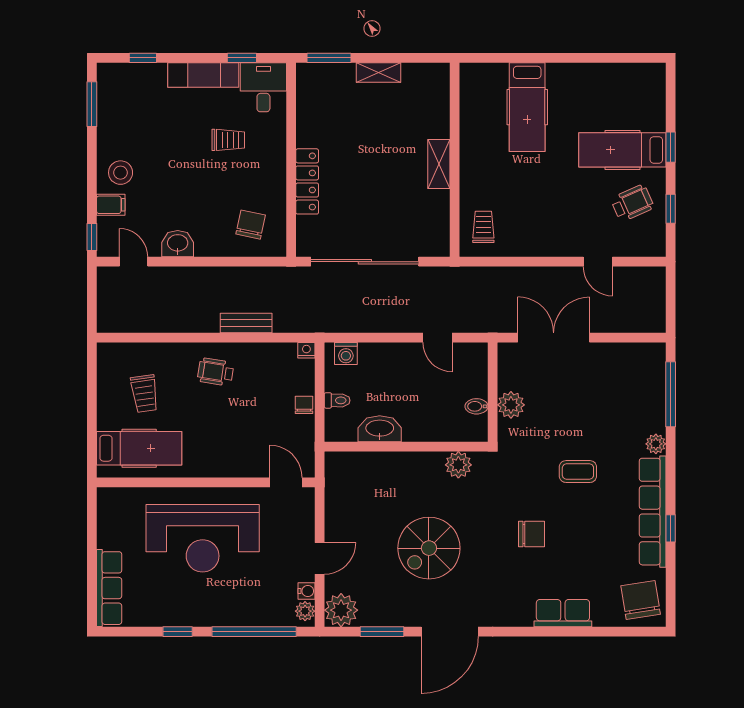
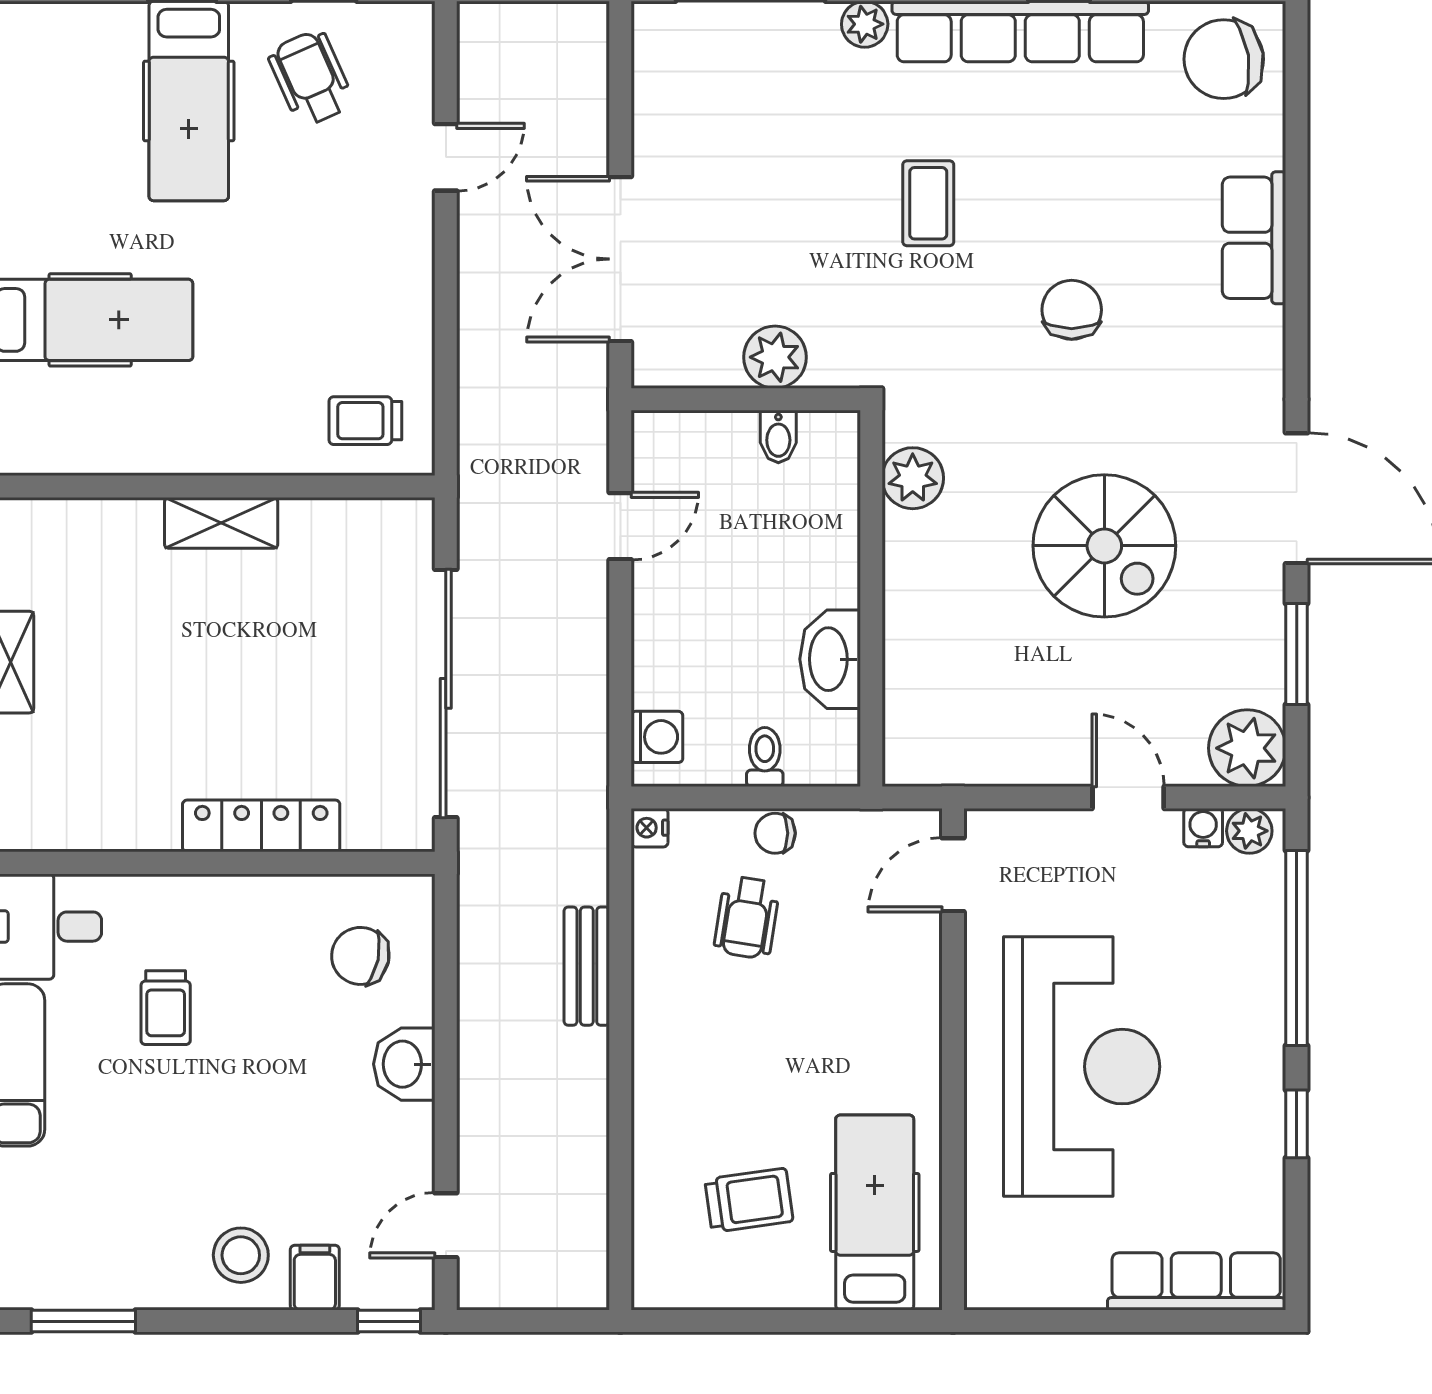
trolley: (228, 140) -> (166, 1008), turned 180
washbasin: (178, 244) -> (404, 1064), moved
wheelchair: (216, 372) -> (747, 917), moved

